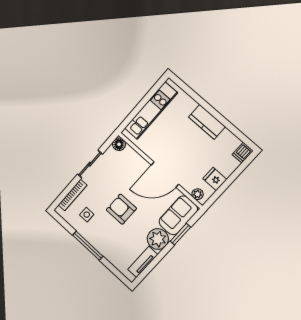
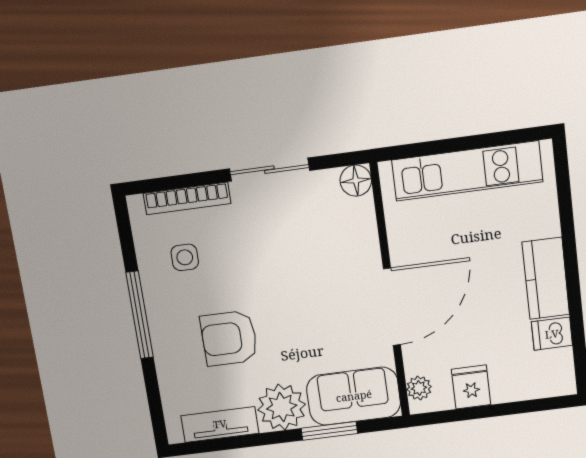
dishwasher: (243, 153) -> (552, 334), moved
door: (165, 175) -> (392, 307), swing flipped
armchair: (121, 209) -> (229, 338), moved, turned -90

